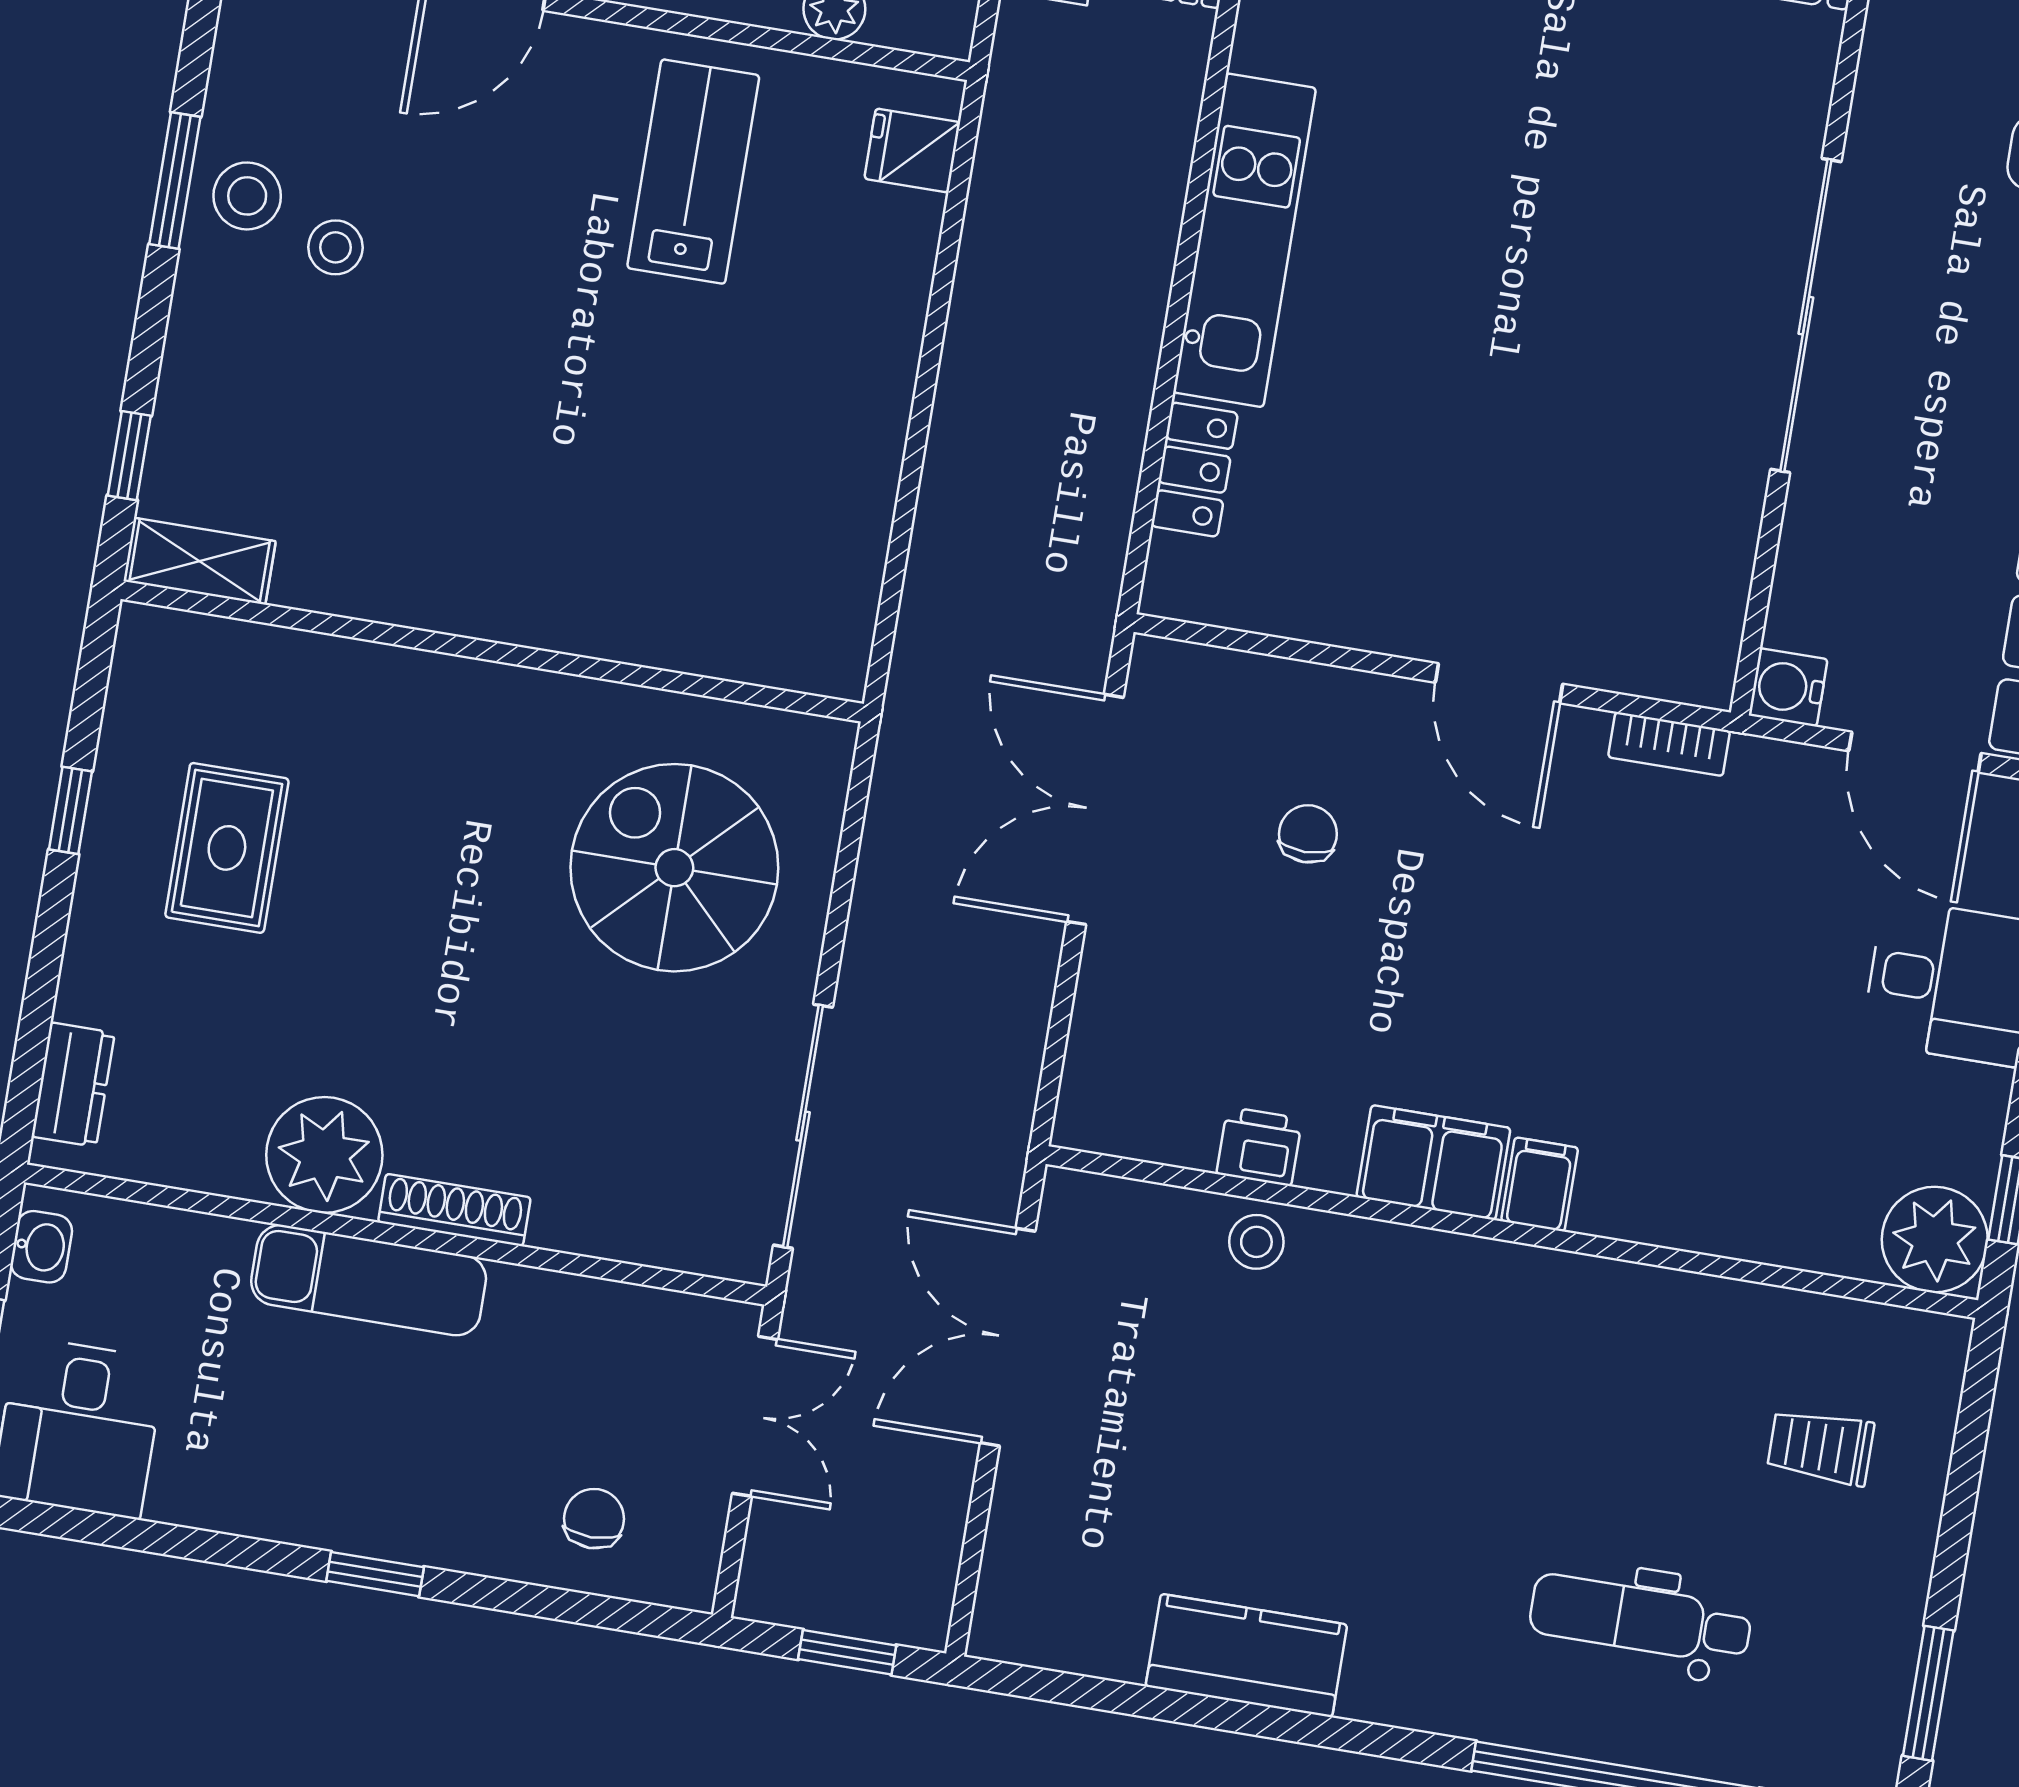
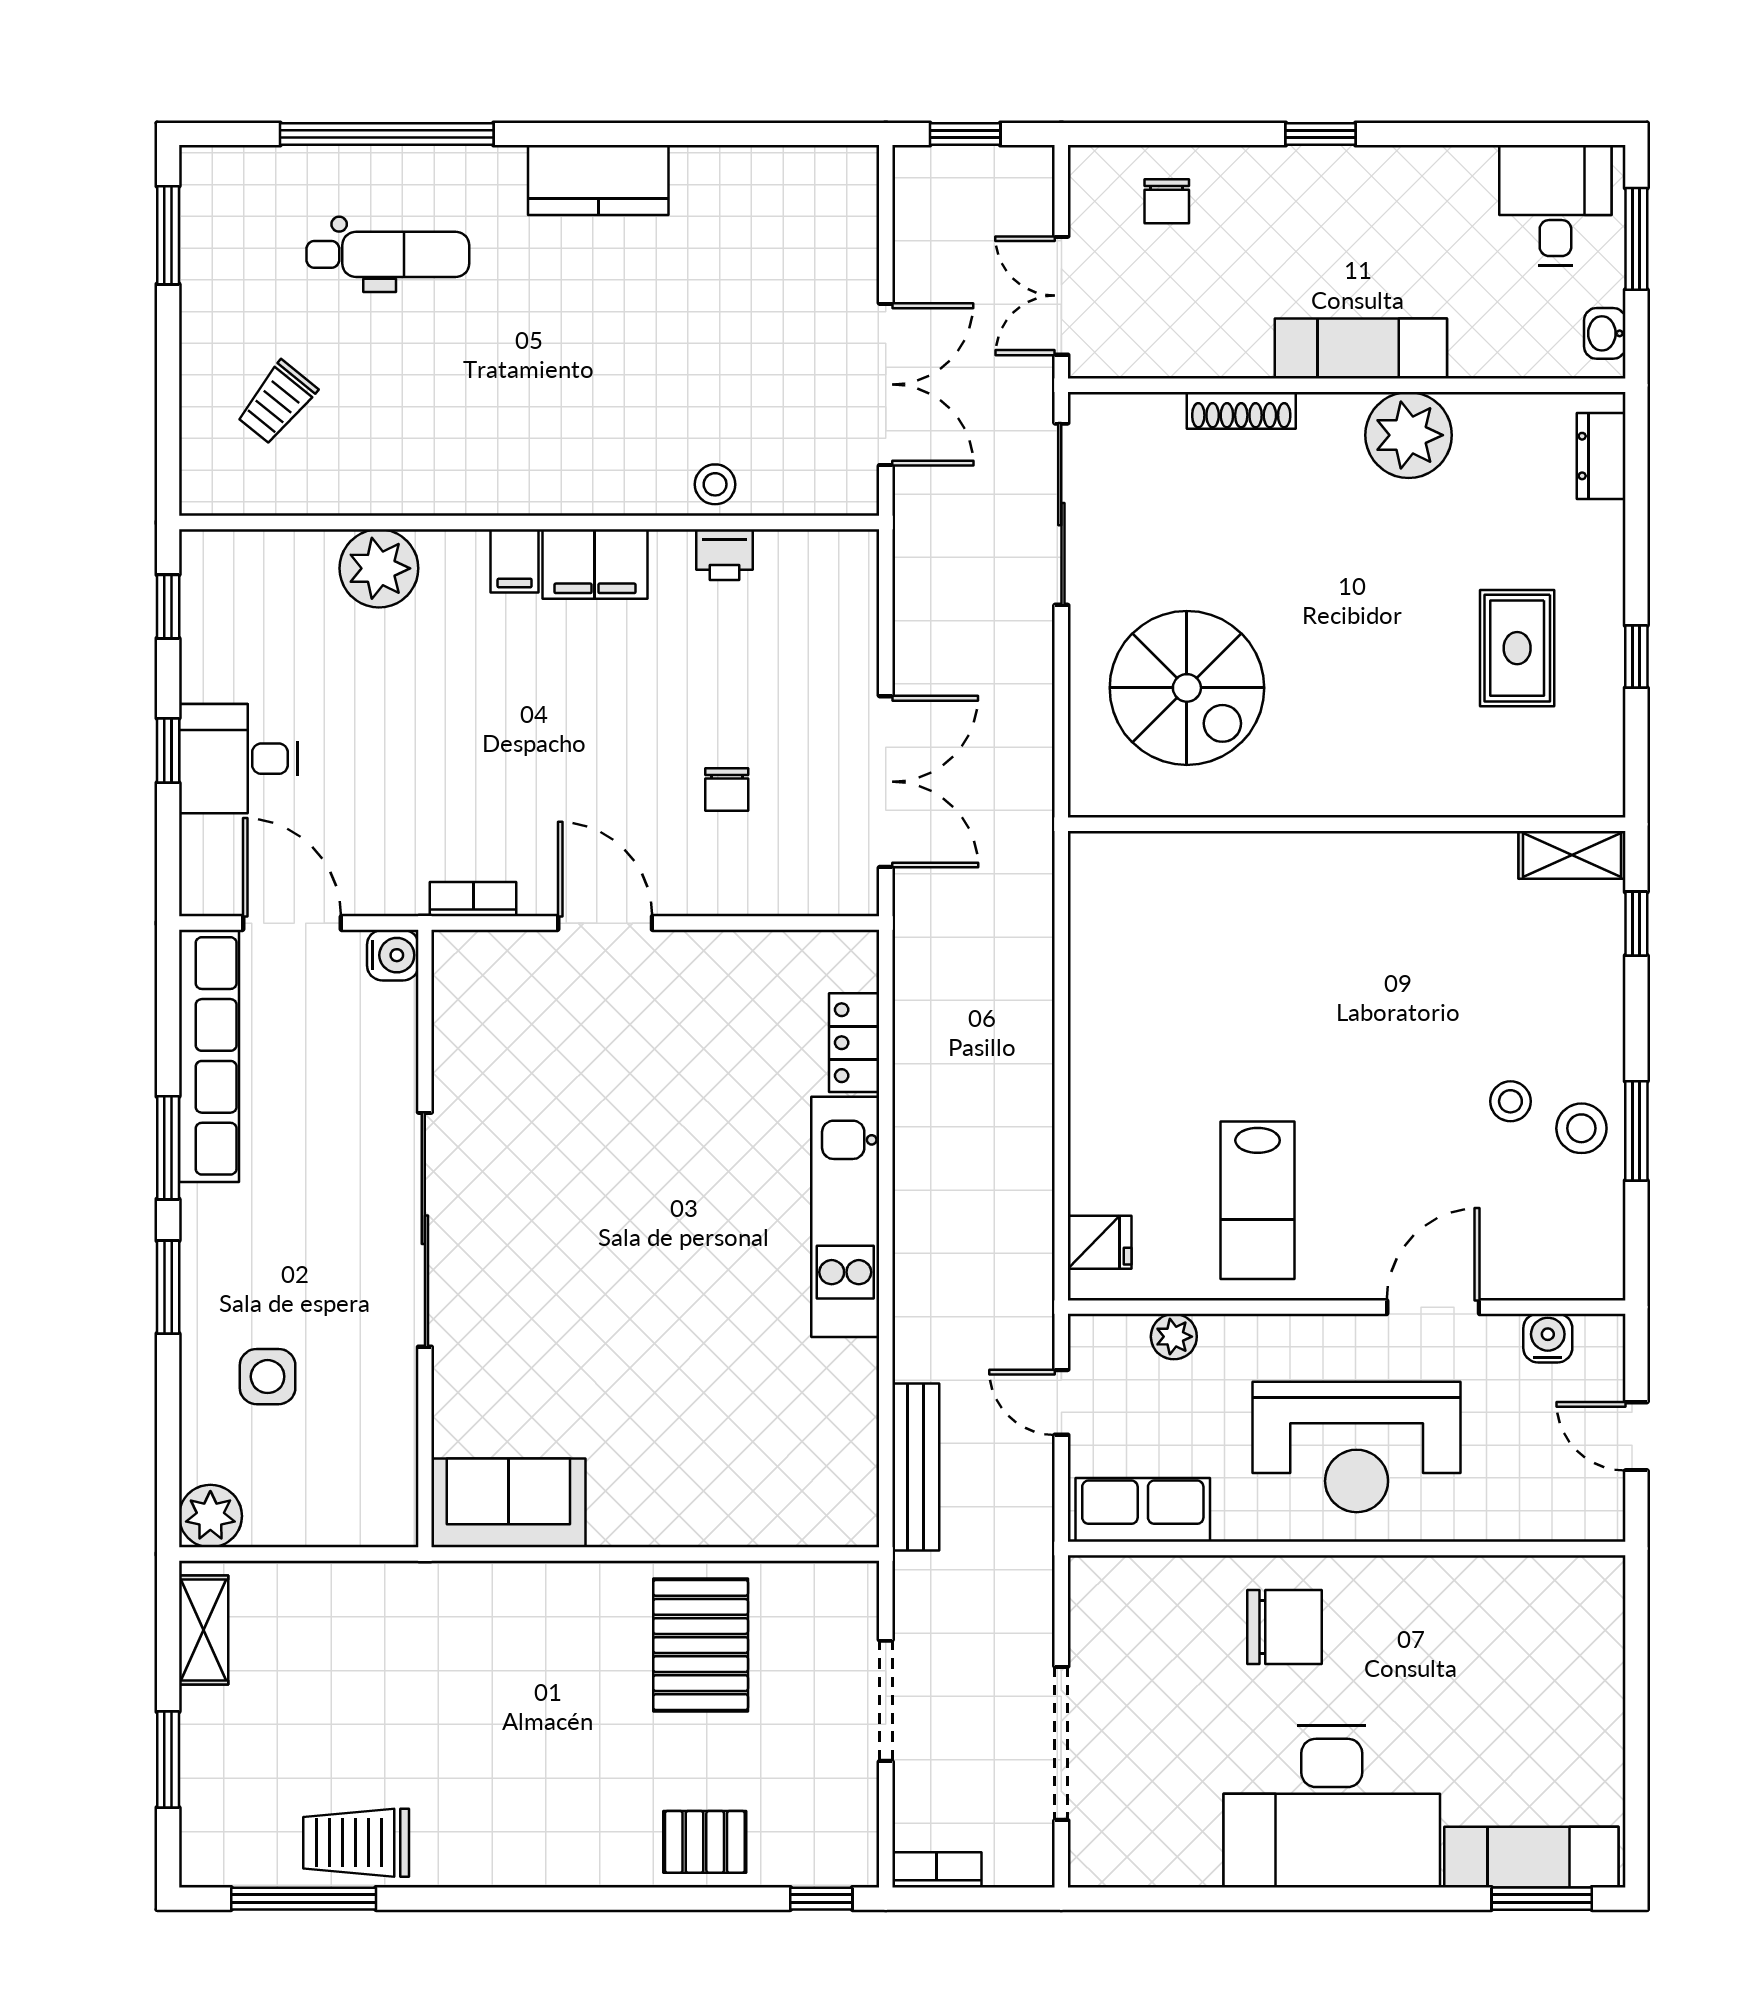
shoe rack: (454, 1210) -> (1241, 410), moved
plant: (1935, 1240) -> (379, 568), moved
trolley: (1821, 1447) -> (277, 402), turned 129
kitchen counter: (1246, 1656) -> (598, 180), moved

